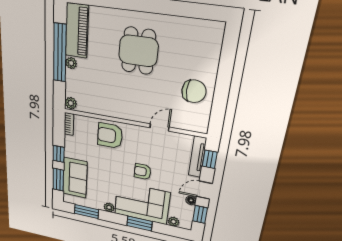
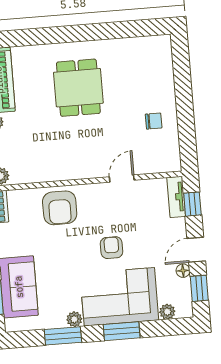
chair: (194, 91) -> (154, 121), width x0.54, depth x0.54
armchair: (110, 136) -> (60, 208), turned -90
tv unit: (197, 157) -> (176, 197), width x0.71
armchair: (143, 172) -> (112, 248), turned 90
window: (86, 211) -> (63, 336), moved

